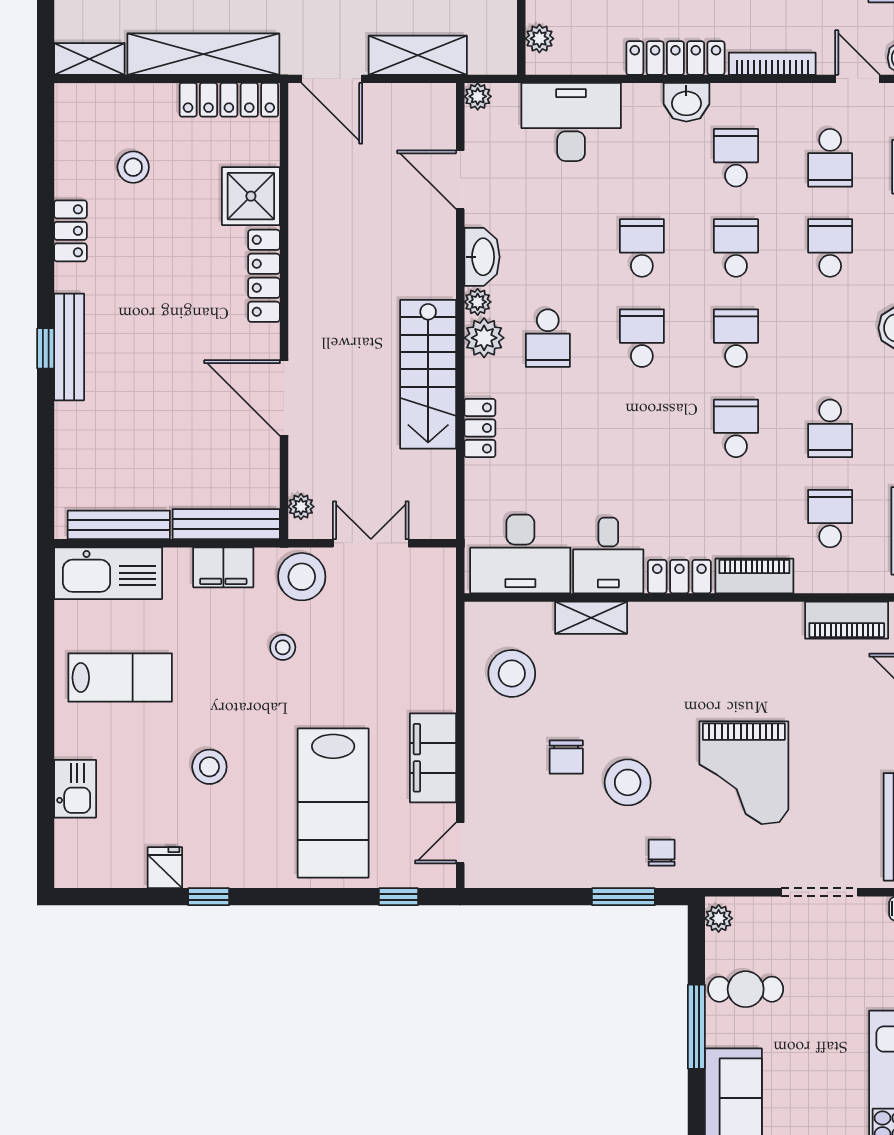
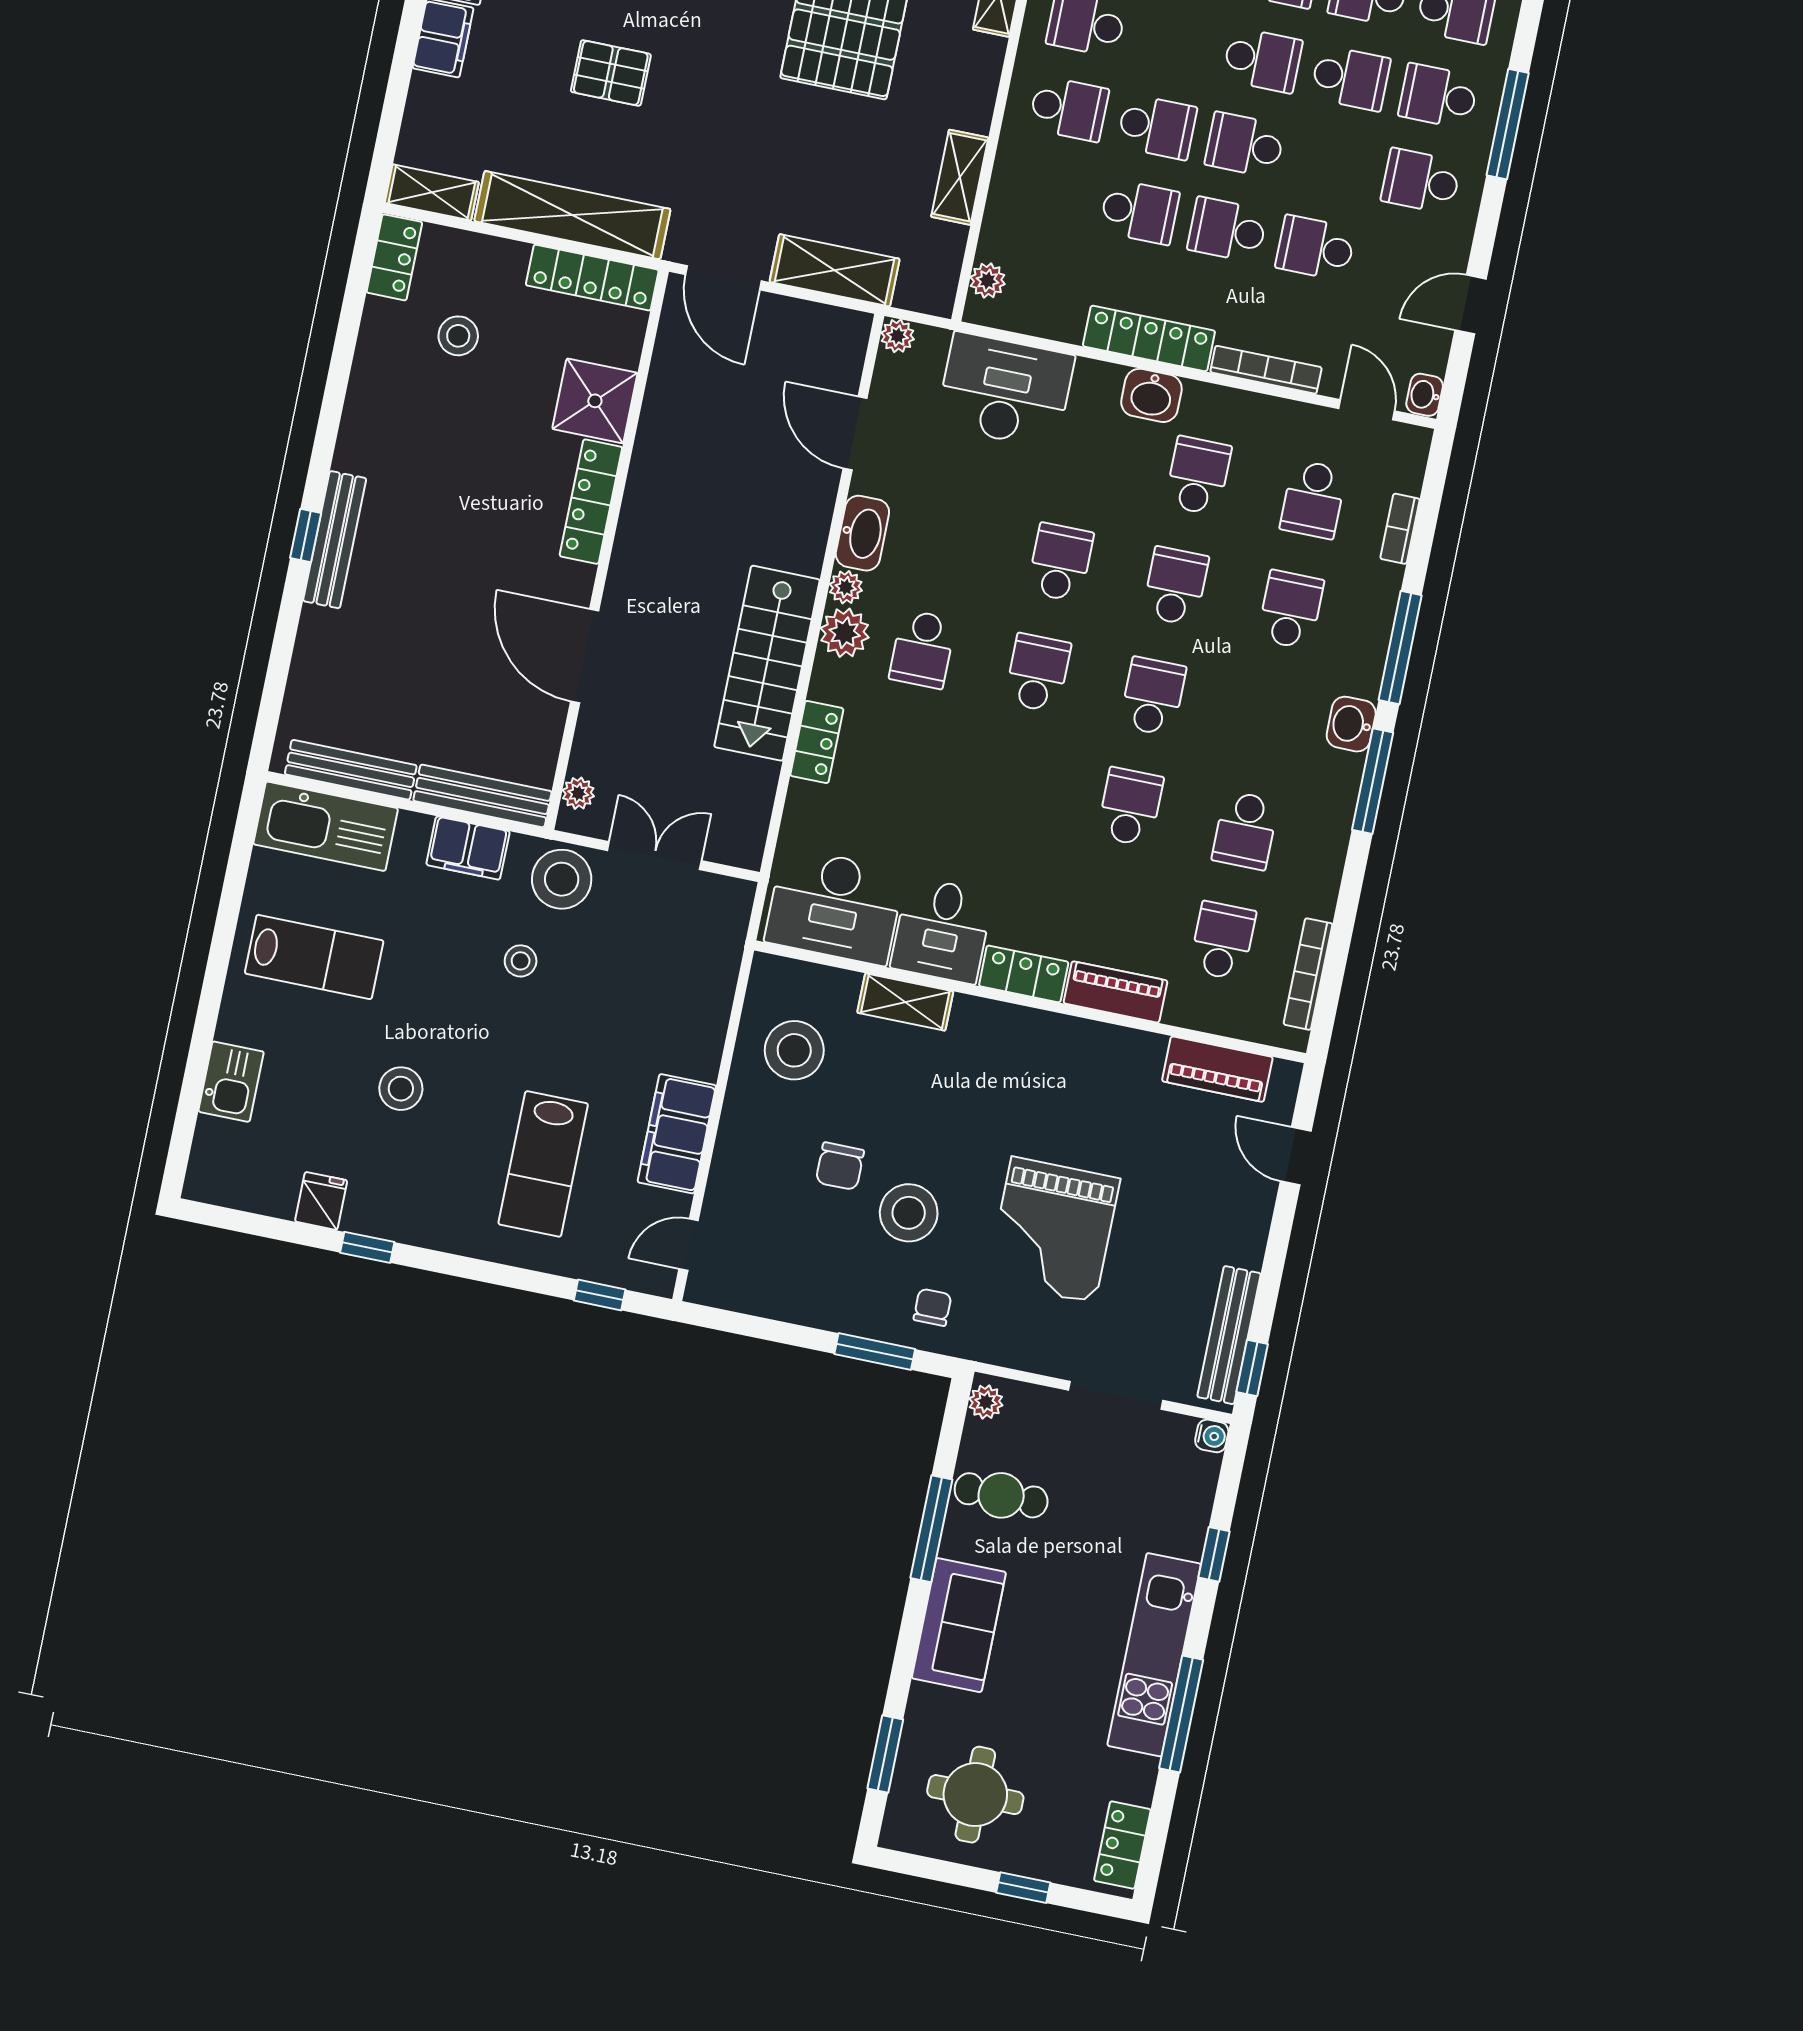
locker: (70, 231) -> (394, 257), moved
lab bench: (333, 803) -> (543, 1164), width x0.73, depth x0.72

